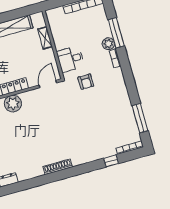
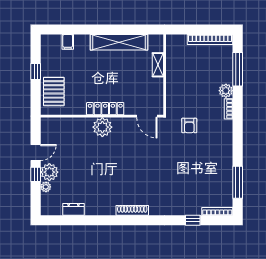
window: (116, 33) -> (238, 69), moved
desk: (70, 59) -> (179, 96), removed
door: (48, 84) -> (147, 116), swing flipped

